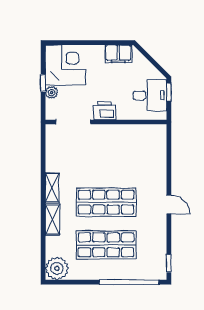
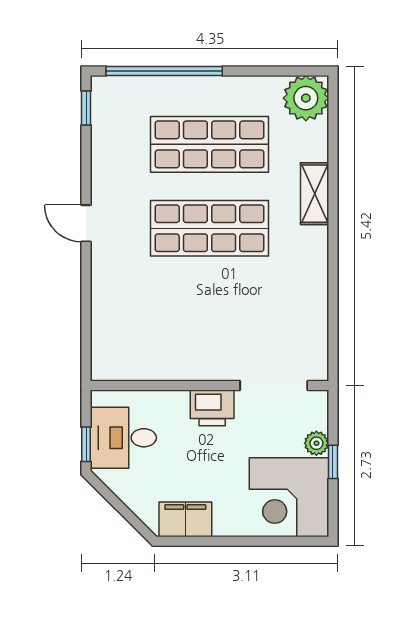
shelving: (52, 188) -> (315, 256), removed

